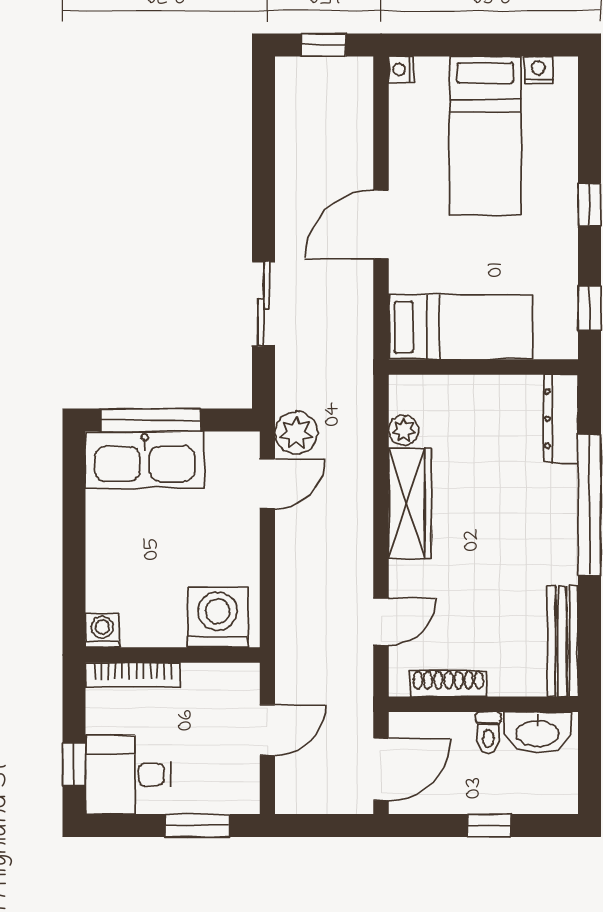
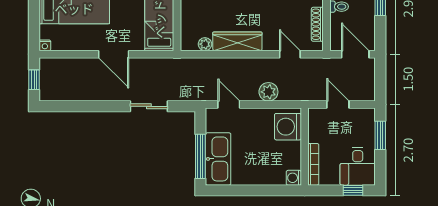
plant: (296, 433) -> (268, 92), moved

